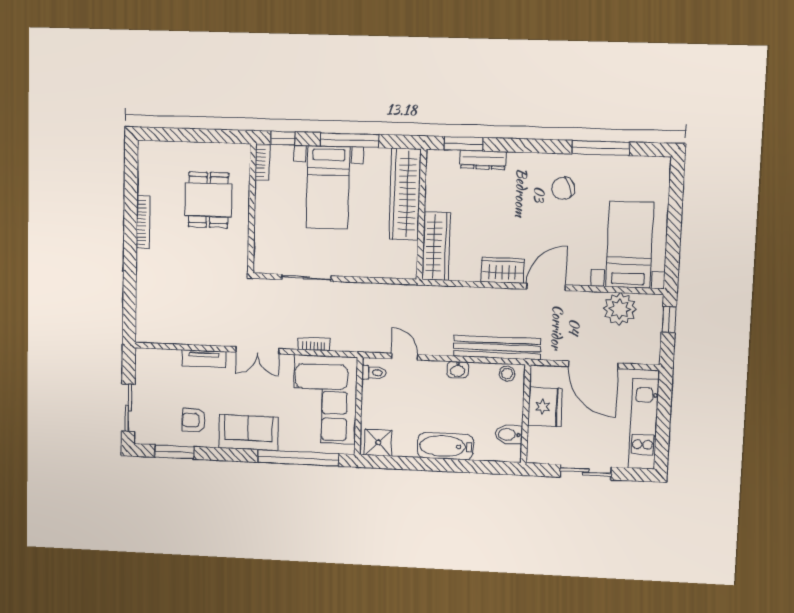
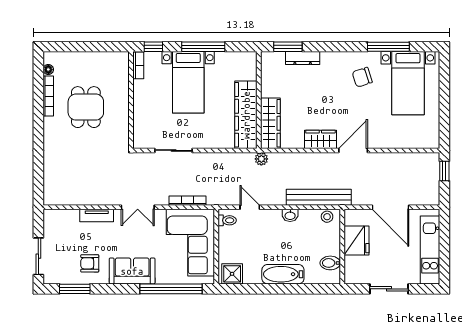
floor lamp: (144, 164) -> (48, 69), added
wardrobe: (405, 194) -> (246, 115), moved
dining table: (208, 200) -> (86, 107), moved
bookcase: (143, 222) -> (48, 96), moved
bed with nightstands: (630, 245) -> (408, 83), moved, turned 180
plant: (620, 309) -> (261, 159), moved, width x0.53, depth x0.53
bookcase: (314, 344) -> (187, 201), width x1.56

